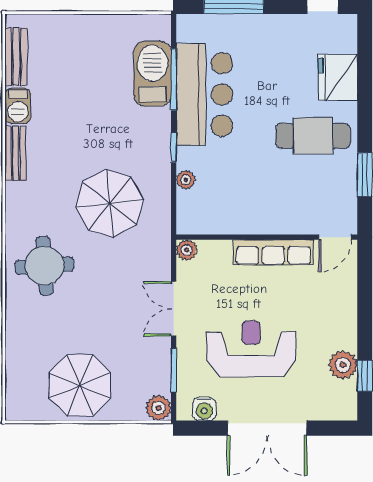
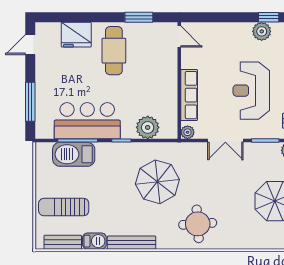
sun lounger: (71, 58) -> (64, 207), added
bench: (15, 153) -> (132, 243), width x1.36
plant: (186, 180) -> (148, 127), width x1.88, depth x1.88
row of seats: (273, 252) -> (189, 95), moved

